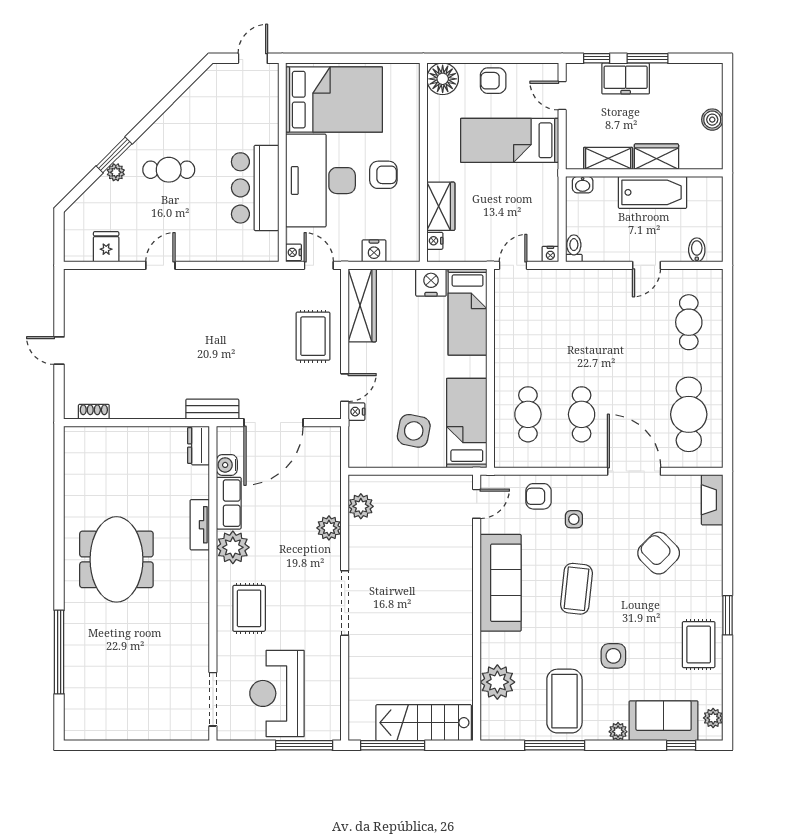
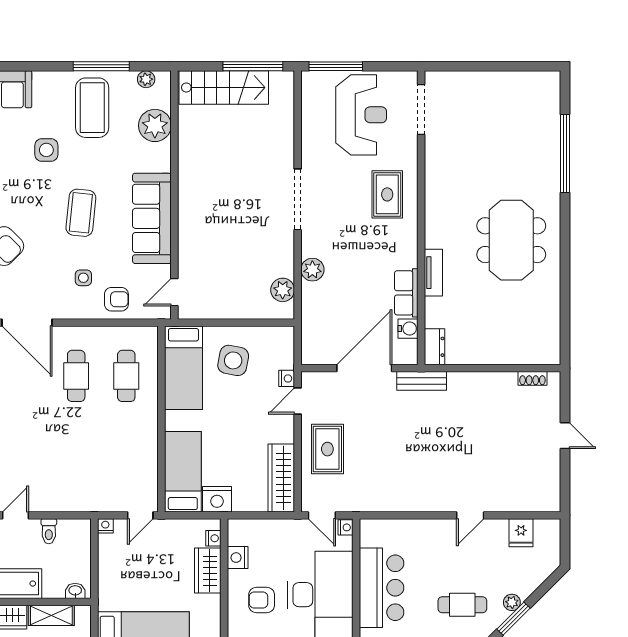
toilet: (574, 248) -> (49, 531), moved
nightstand: (374, 251) -> (238, 558), moved, turned -90
plant: (233, 547) -> (402, 251), removed
plant: (618, 732) -> (146, 79), moved

